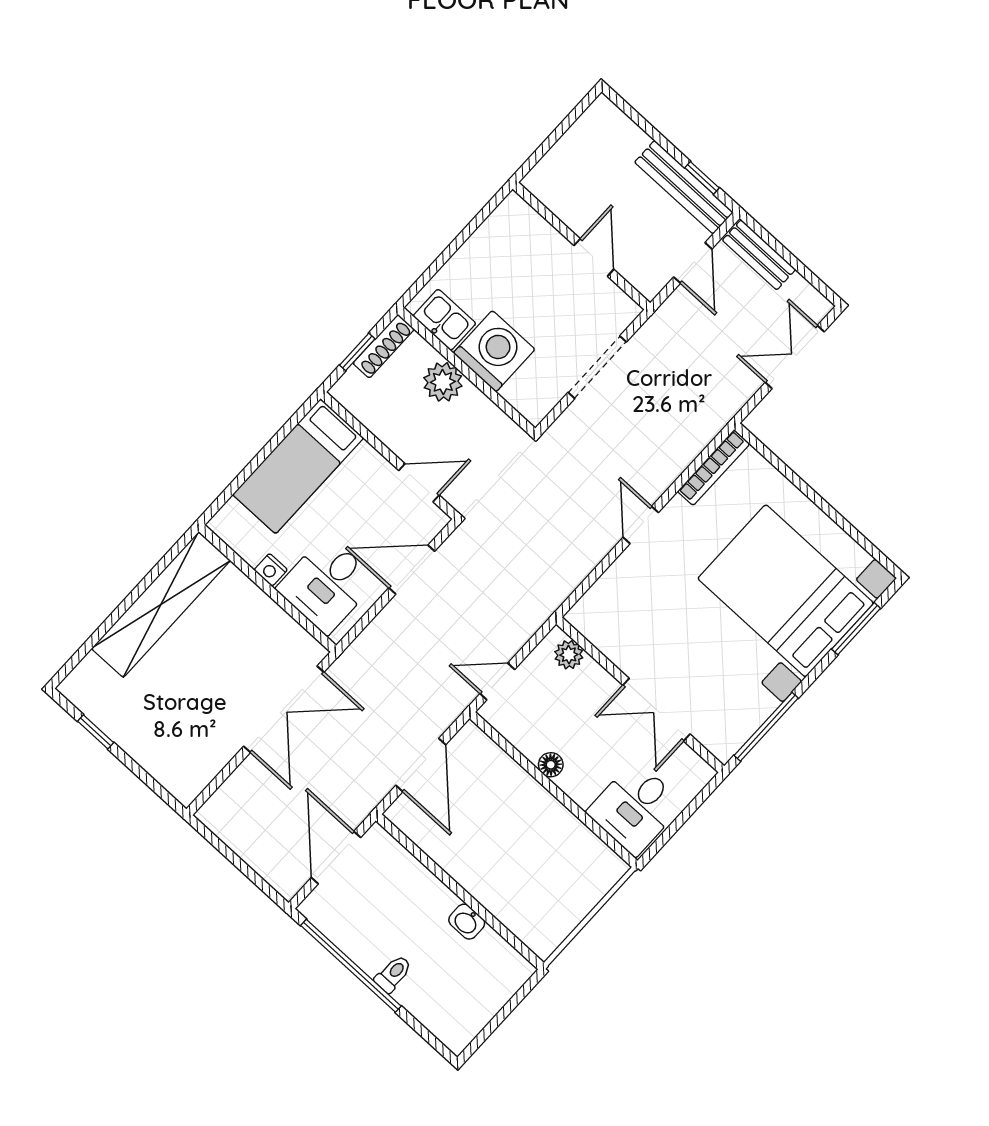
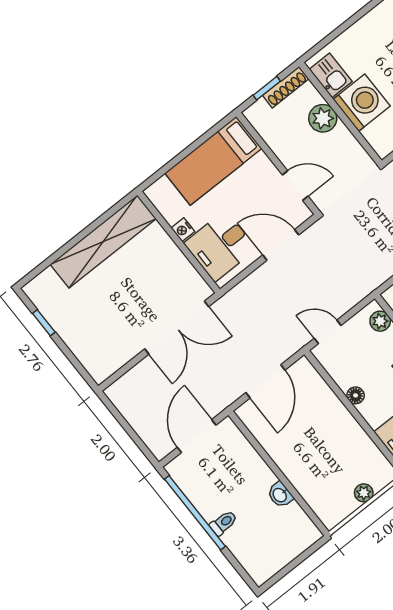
plant: (584, 900) -> (364, 493), added

